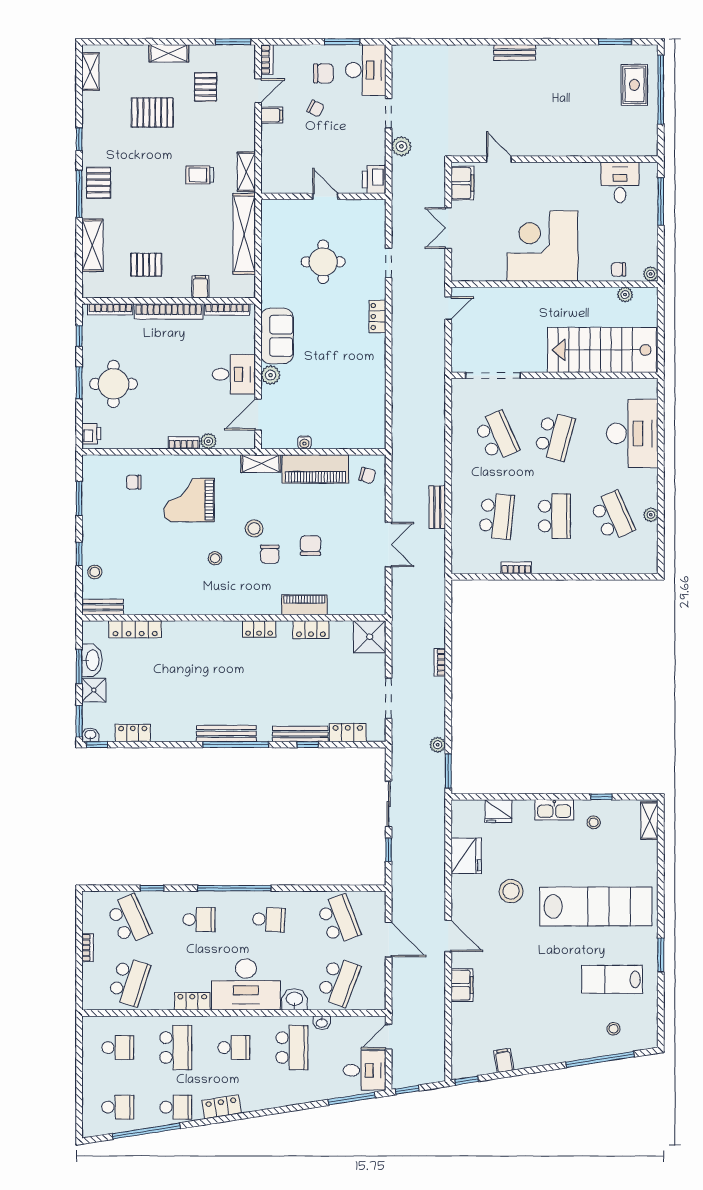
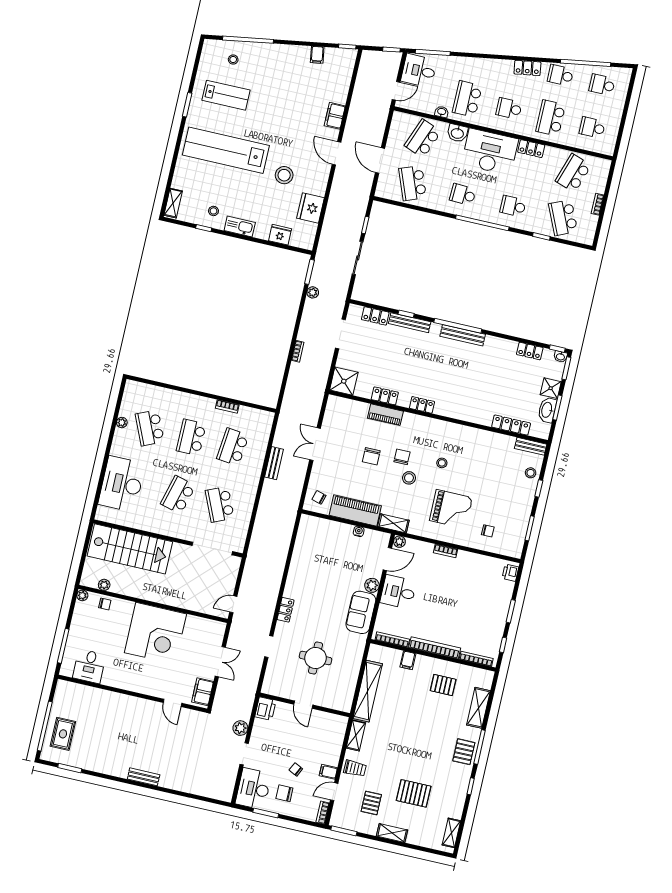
trolley: (200, 175) -> (355, 768), moved
round table: (113, 384) -> (486, 605), removed
plant: (208, 441) -> (399, 542), moved

